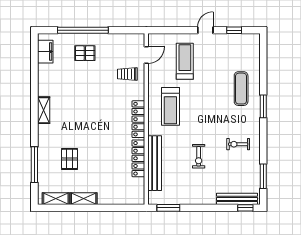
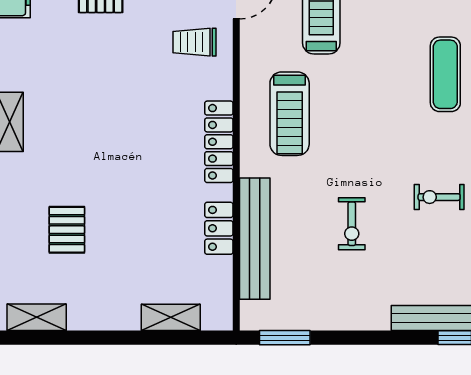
locker: (138, 158) -> (219, 228), width x0.66
shelving: (84, 199) -> (171, 317), moved

